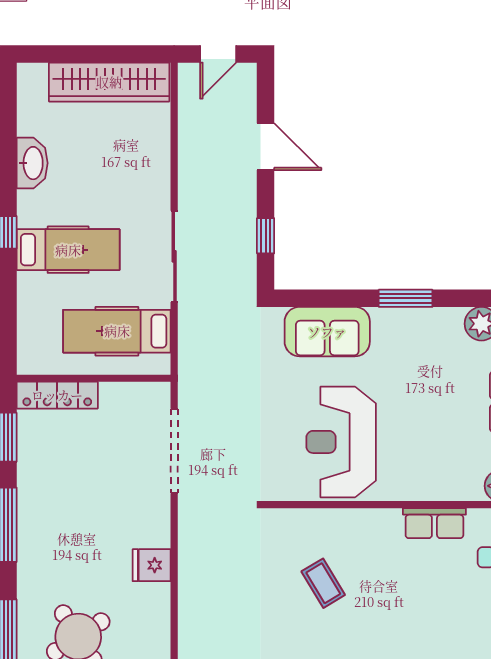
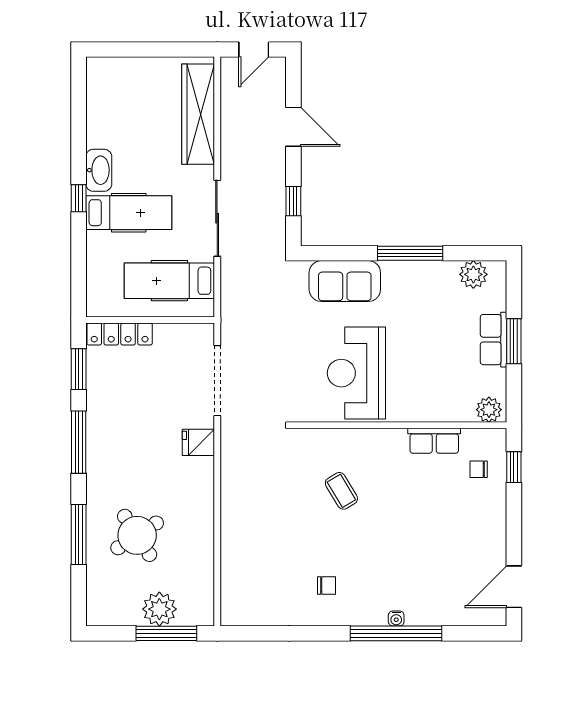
wardrobe: (109, 82) -> (198, 114), moved, turned 90
washbasin: (32, 163) -> (99, 170), moved
window: (406, 298) -> (410, 253), width x1.44
fridge: (152, 565) -> (198, 442), moved

